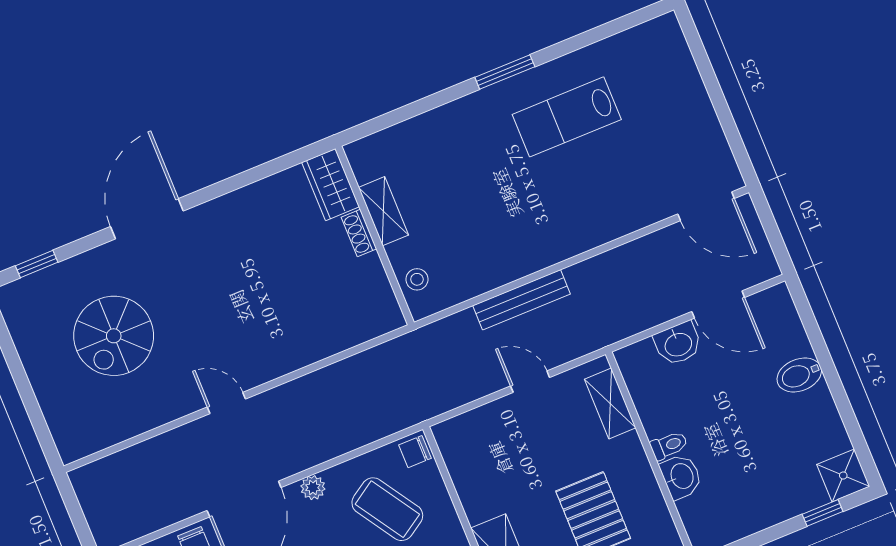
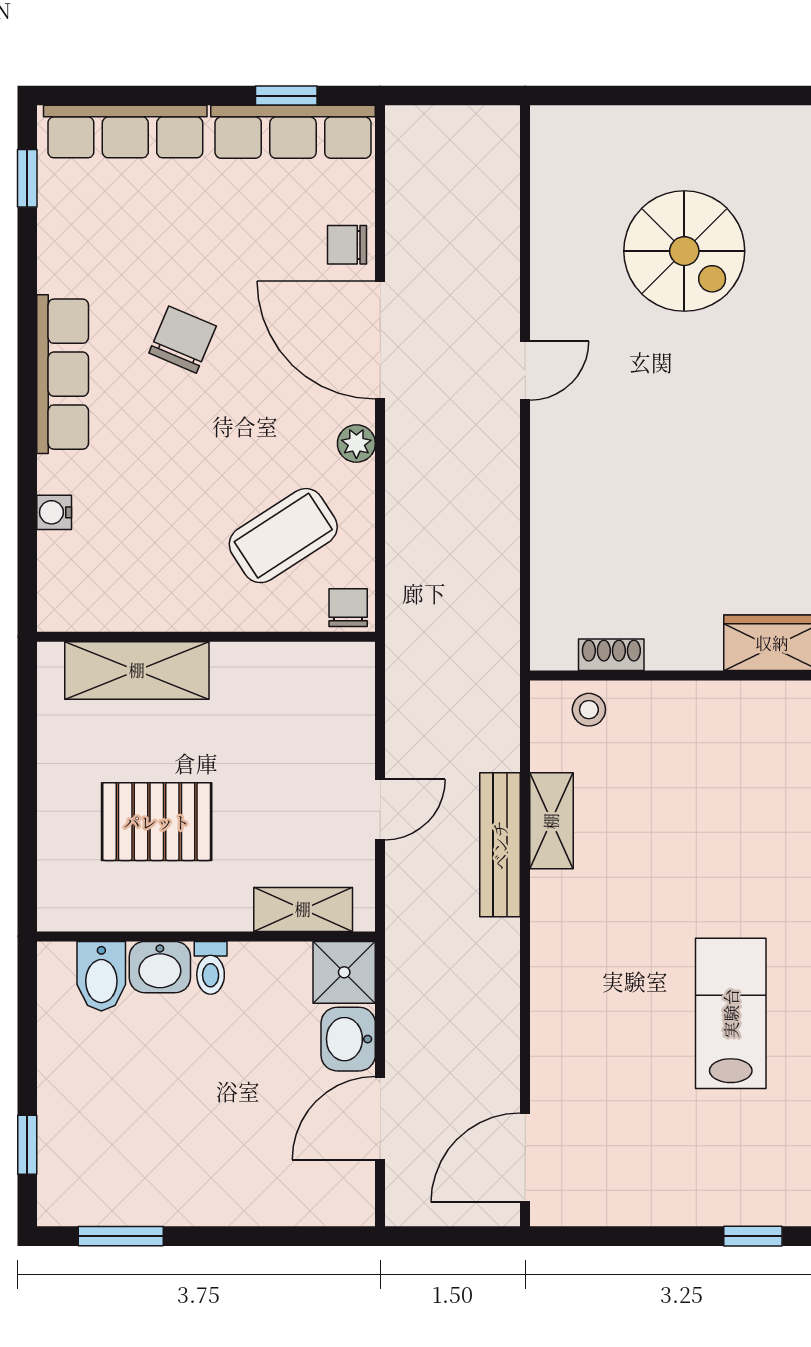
window: (697, 48) -> (753, 1236), added
shelving: (384, 211) -> (551, 821), moved, turned 90
shoe rack: (359, 233) -> (611, 655), moved
spiral stairs: (114, 336) -> (684, 251), turned 180
bidet: (799, 375) -> (101, 976), moved, turned 180
window: (855, 433) -> (121, 1236), added
shower: (843, 475) -> (344, 972), moved

